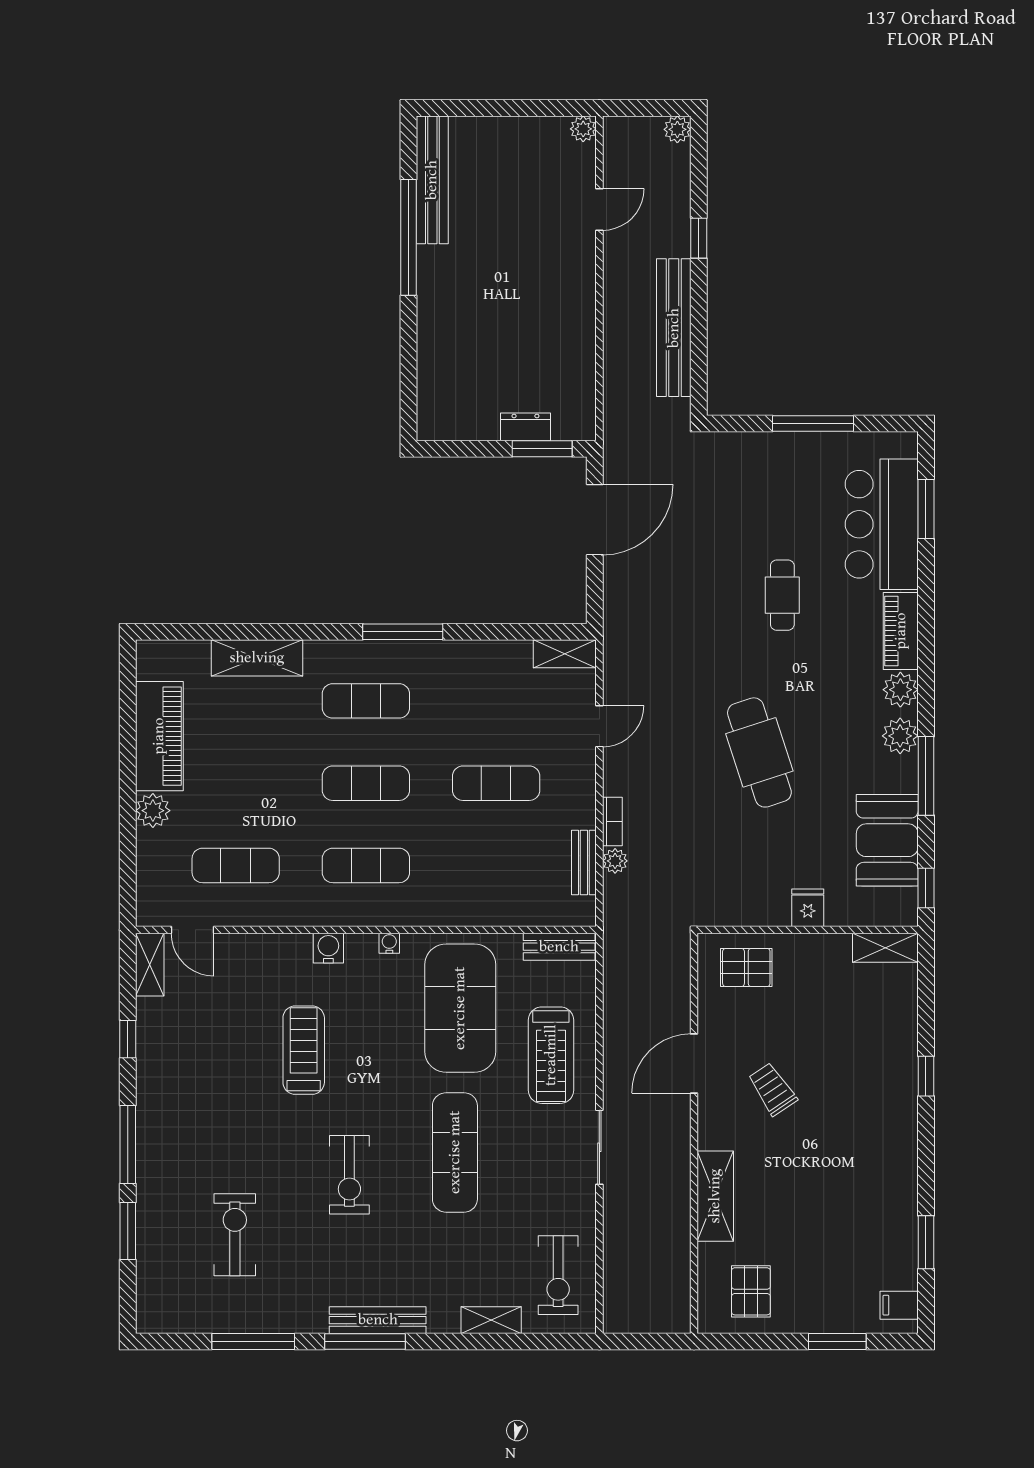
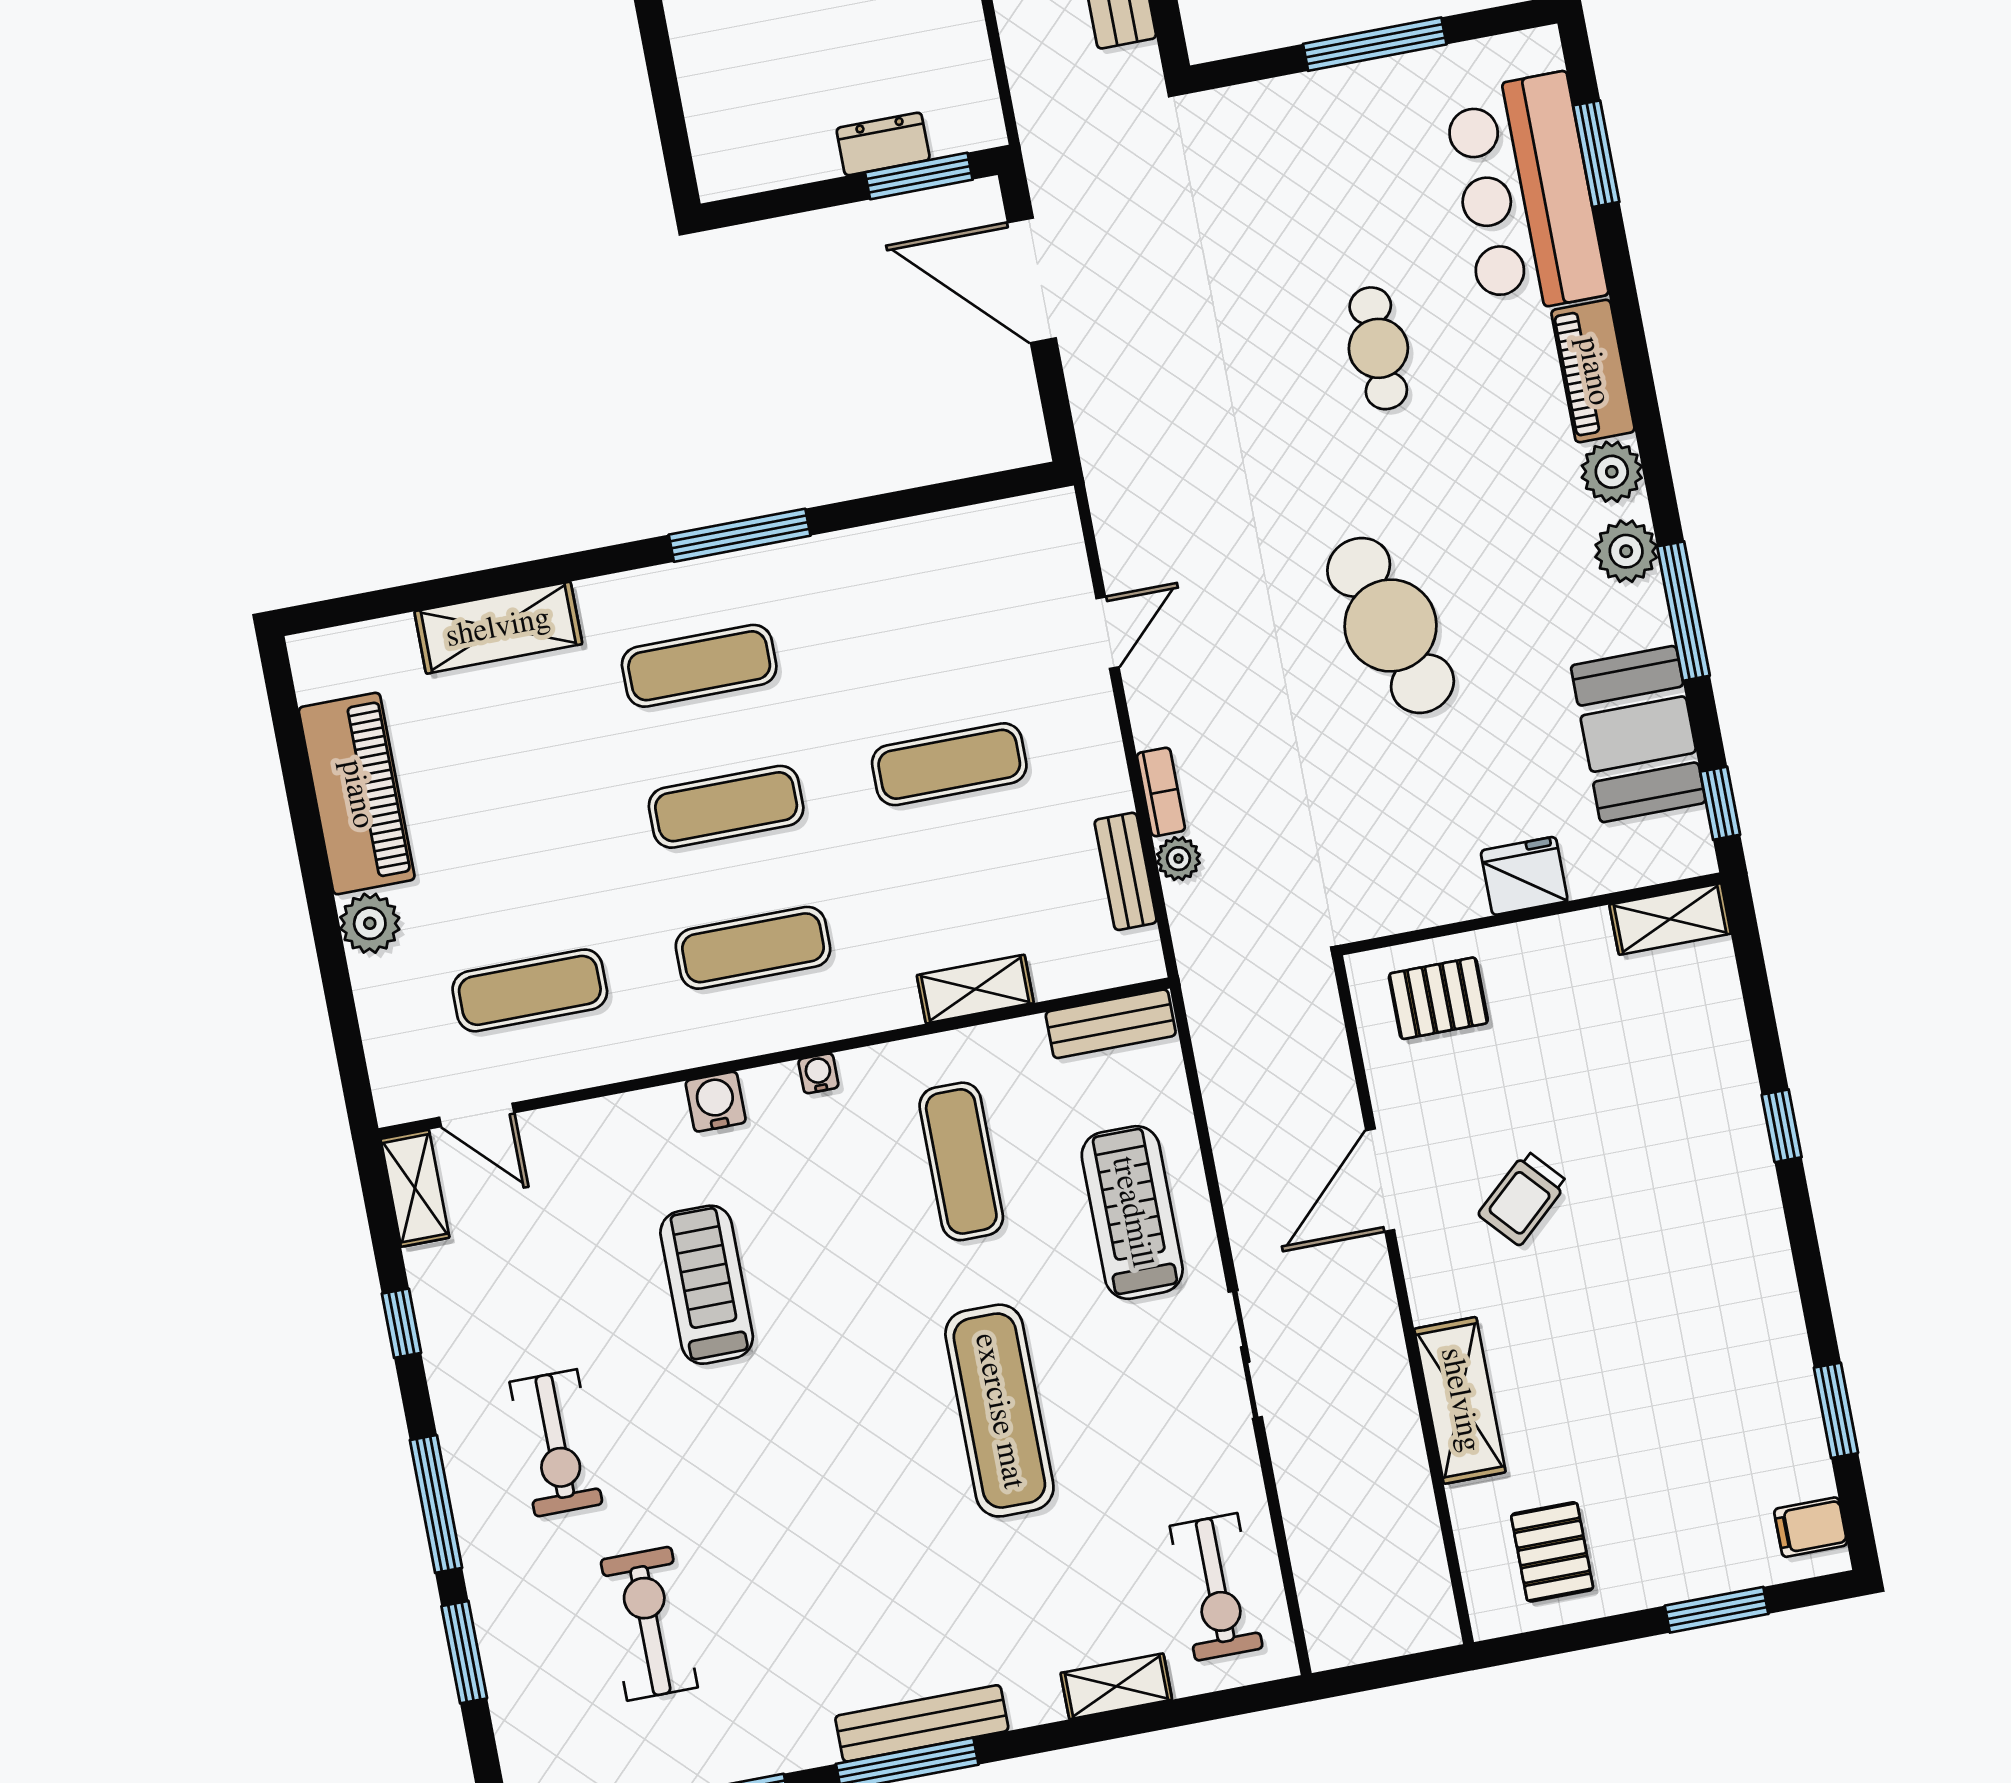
door: (595, 520) -> (1032, 280), swing flipped
shelving: (565, 654) -> (975, 989), moved
fridge: (808, 908) -> (1524, 876), width x1.38
exercise mat: (460, 1008) -> (961, 1161), width x0.50, depth x0.69
treadmill: (551, 1055) -> (1132, 1212), turned 180
trolley: (773, 1089) -> (1523, 1198), turned -98
exercise bike: (349, 1175) -> (556, 1443), moved

